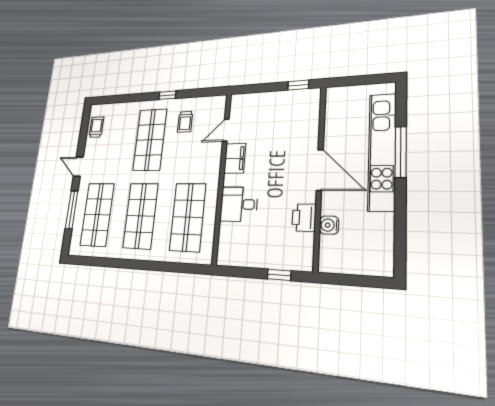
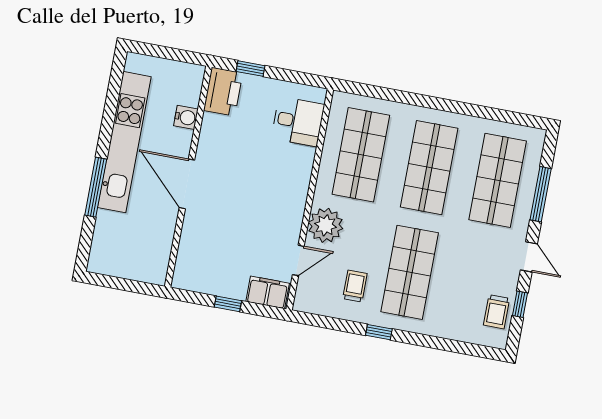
window: (298, 85) -> (228, 304), moved
window: (83, 135) -> (520, 304), added
kitchen unit: (382, 151) -> (124, 142), moved
filing cabinet: (235, 158) -> (268, 292), moved, turned 90
plant: (209, 160) -> (326, 225), added
desk: (239, 204) -> (298, 121), moved
printer: (304, 218) -> (223, 92), moved, width x1.37, depth x1.19

